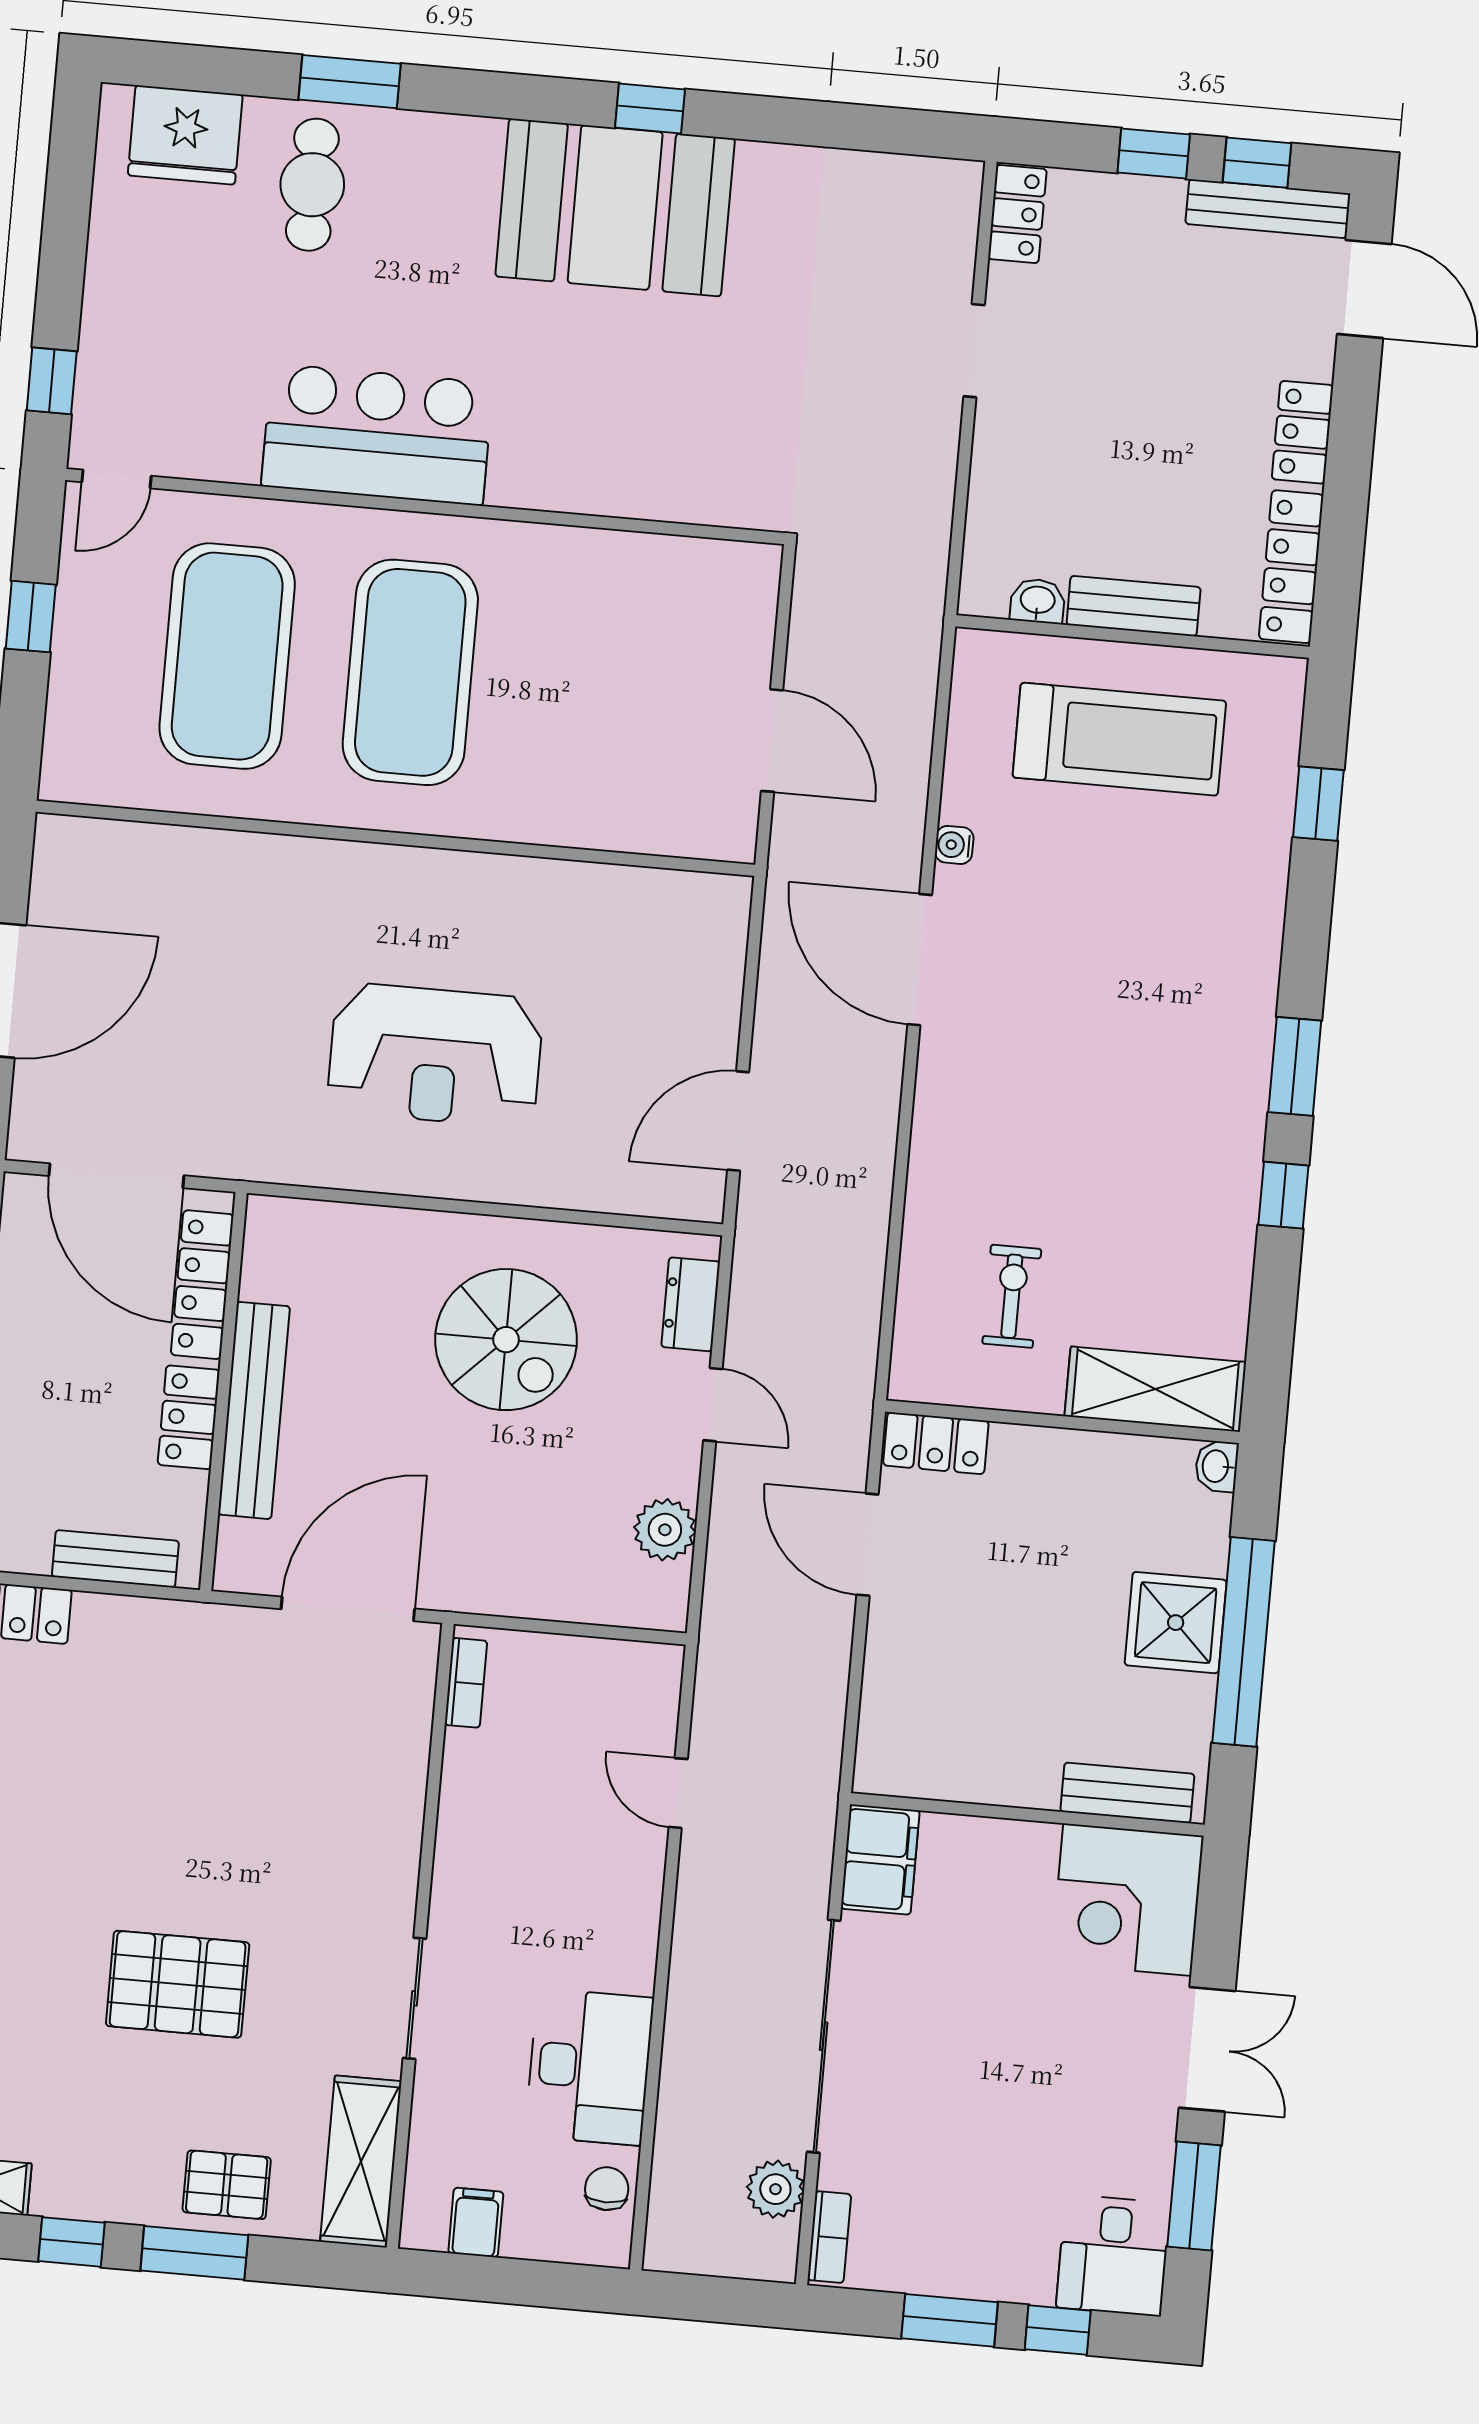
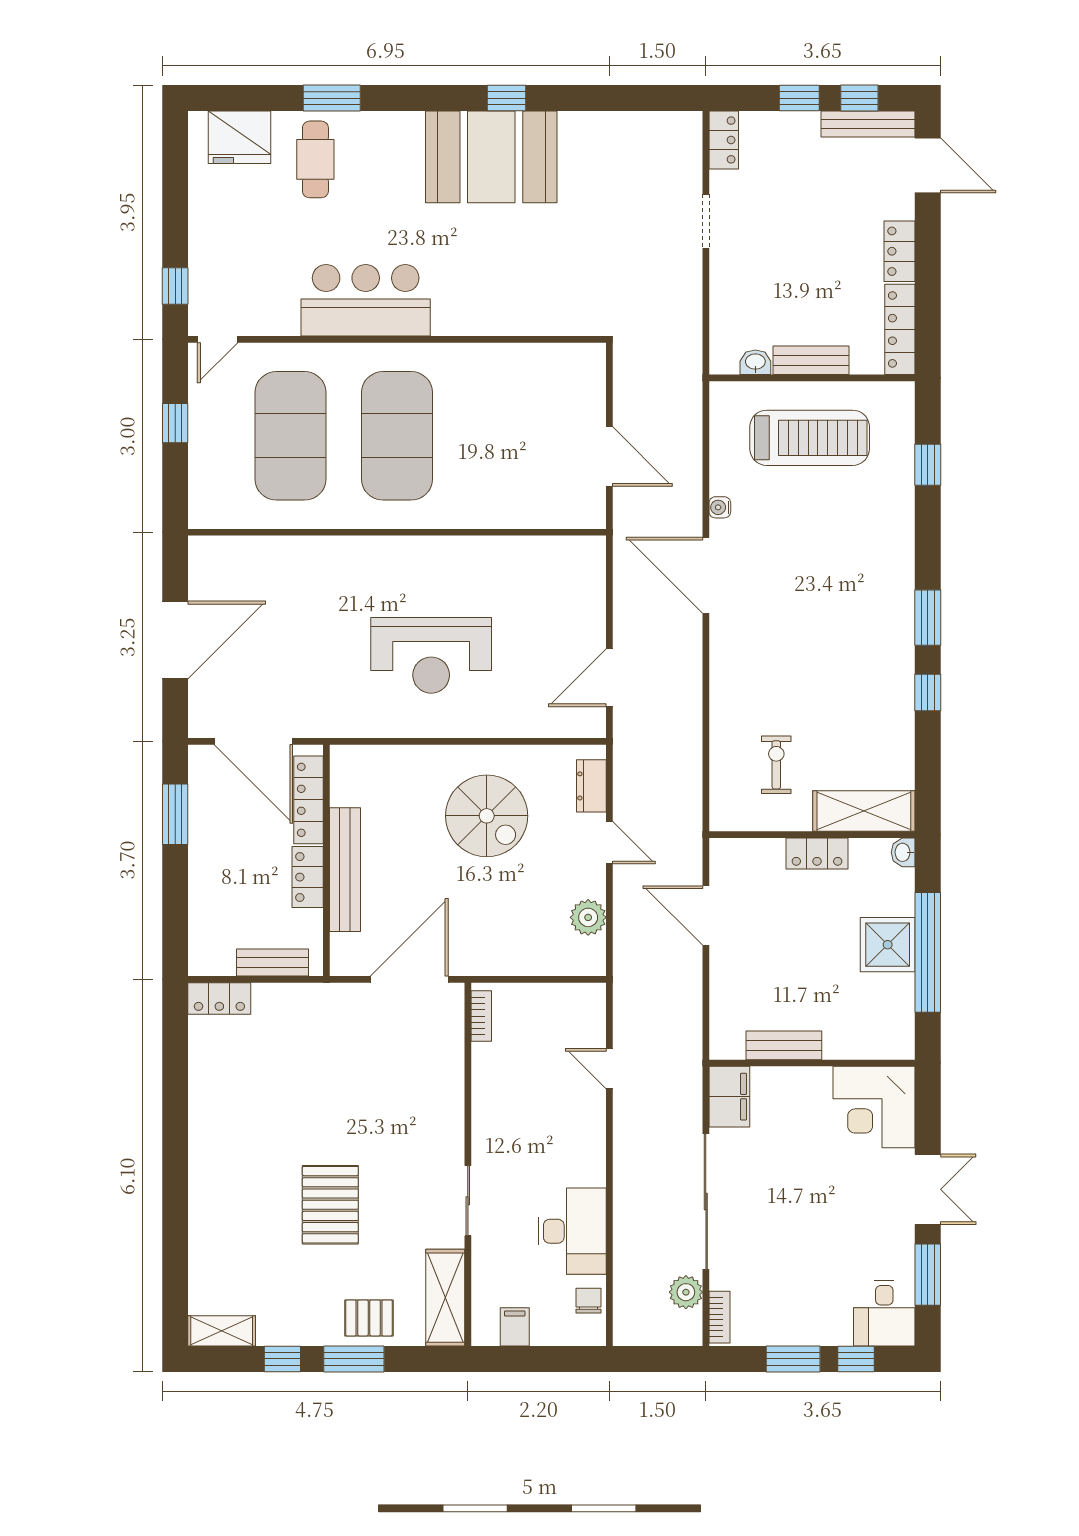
locker: (936, 1443) -> (817, 853), moved
bench: (1127, 1793) -> (784, 1045), moved
pallet: (178, 1984) -> (330, 1205), turned 90

